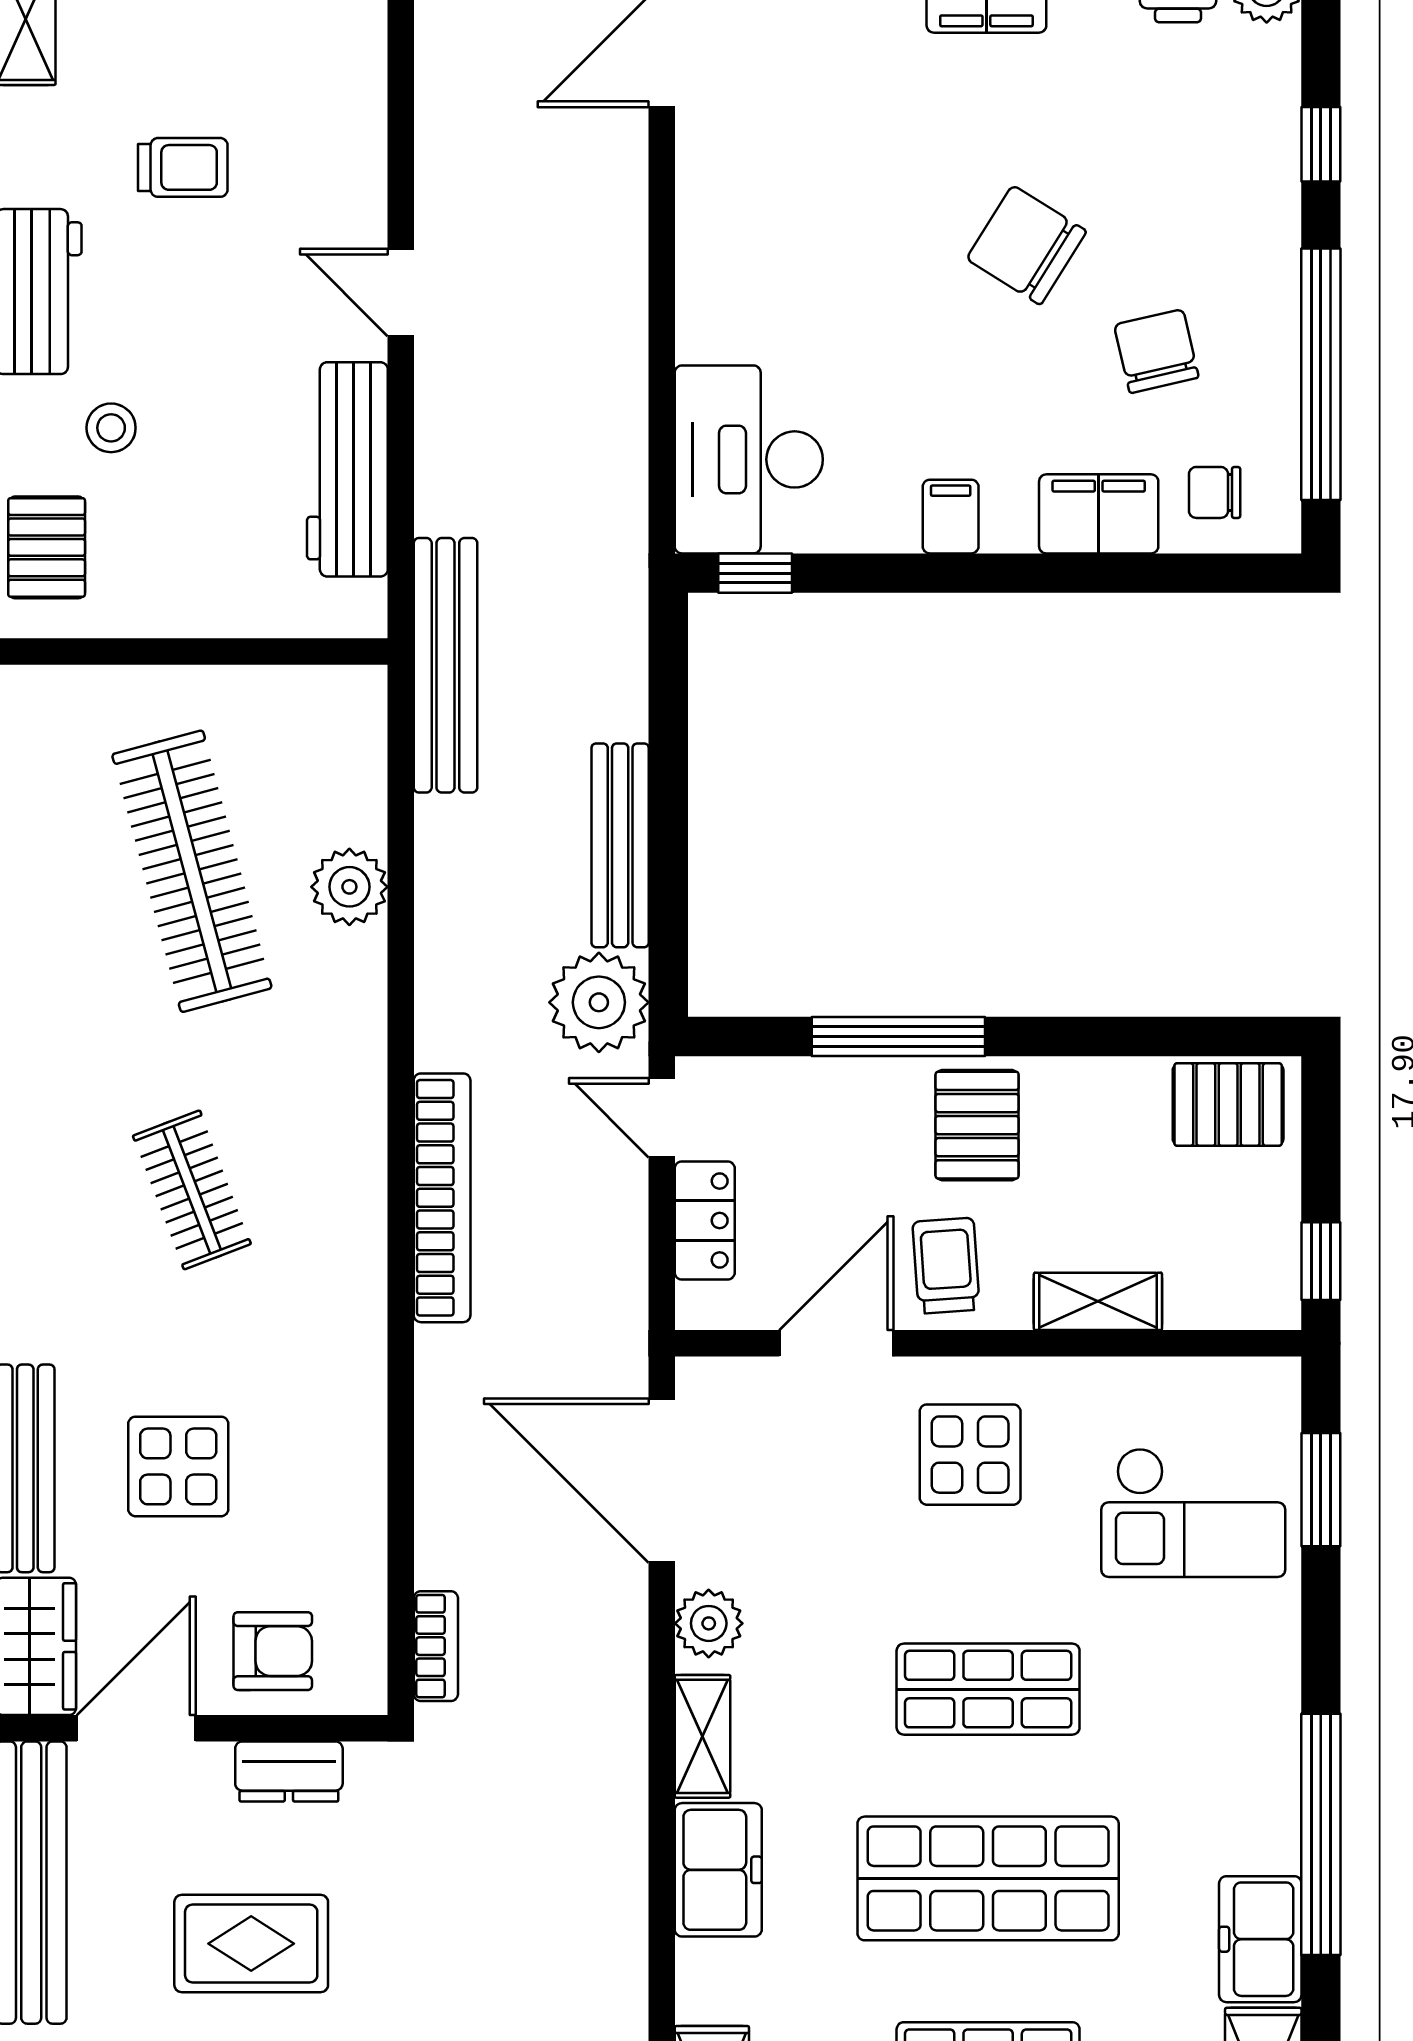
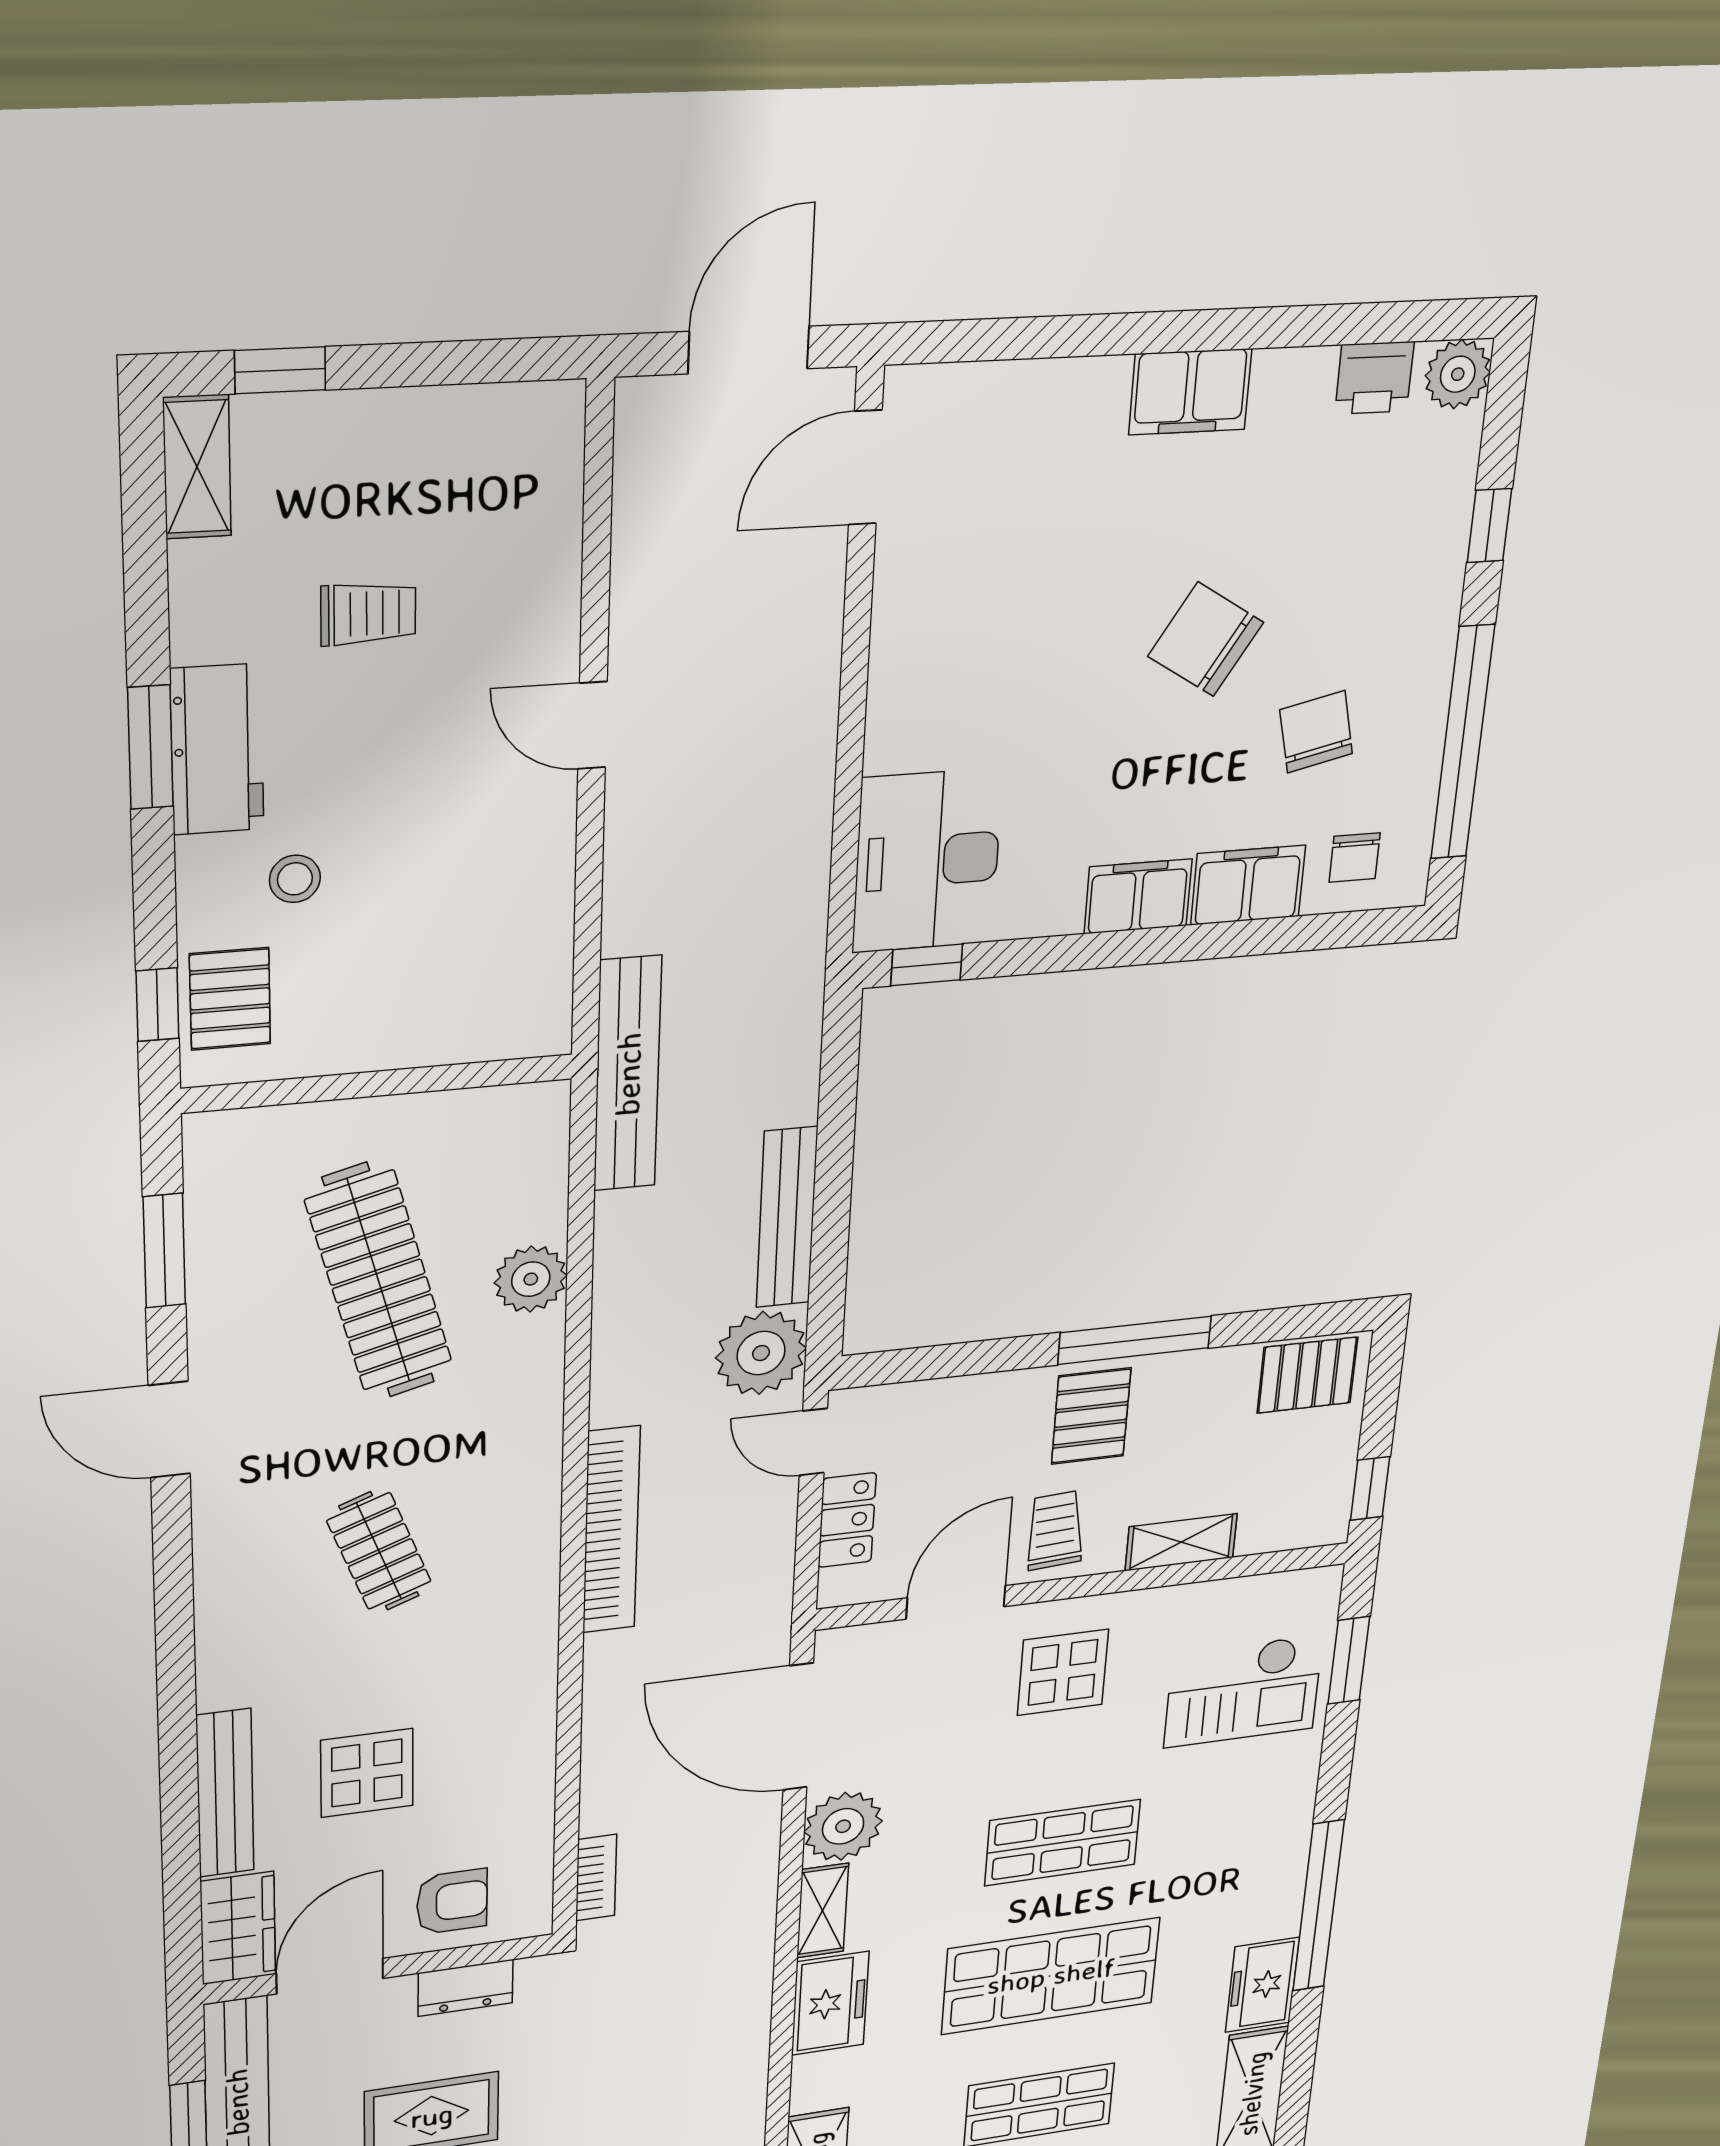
workbench: (347, 469) -> (535, 900), removed
chair: (1215, 492) -> (1355, 858), turned -90
filing cabinet: (951, 517) -> (1138, 896), width x2.00
window: (898, 1037) -> (1135, 1340), moved
plant: (709, 1623) -> (843, 1826), width x1.36, depth x1.36

